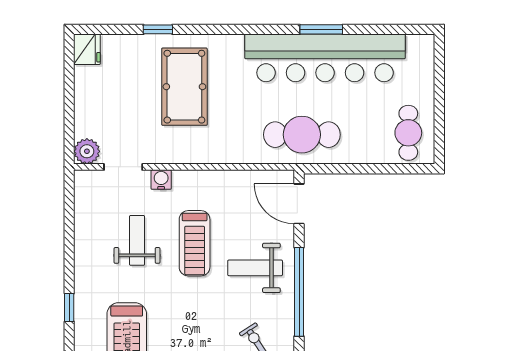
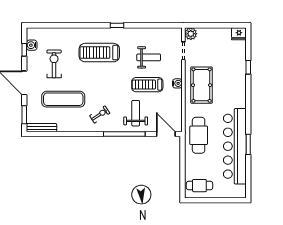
pool table: (184, 87) -> (202, 85), moved, turned 90
water cooler: (161, 180) -> (177, 83), moved
door: (299, 204) -> (166, 134), hinge flipped

